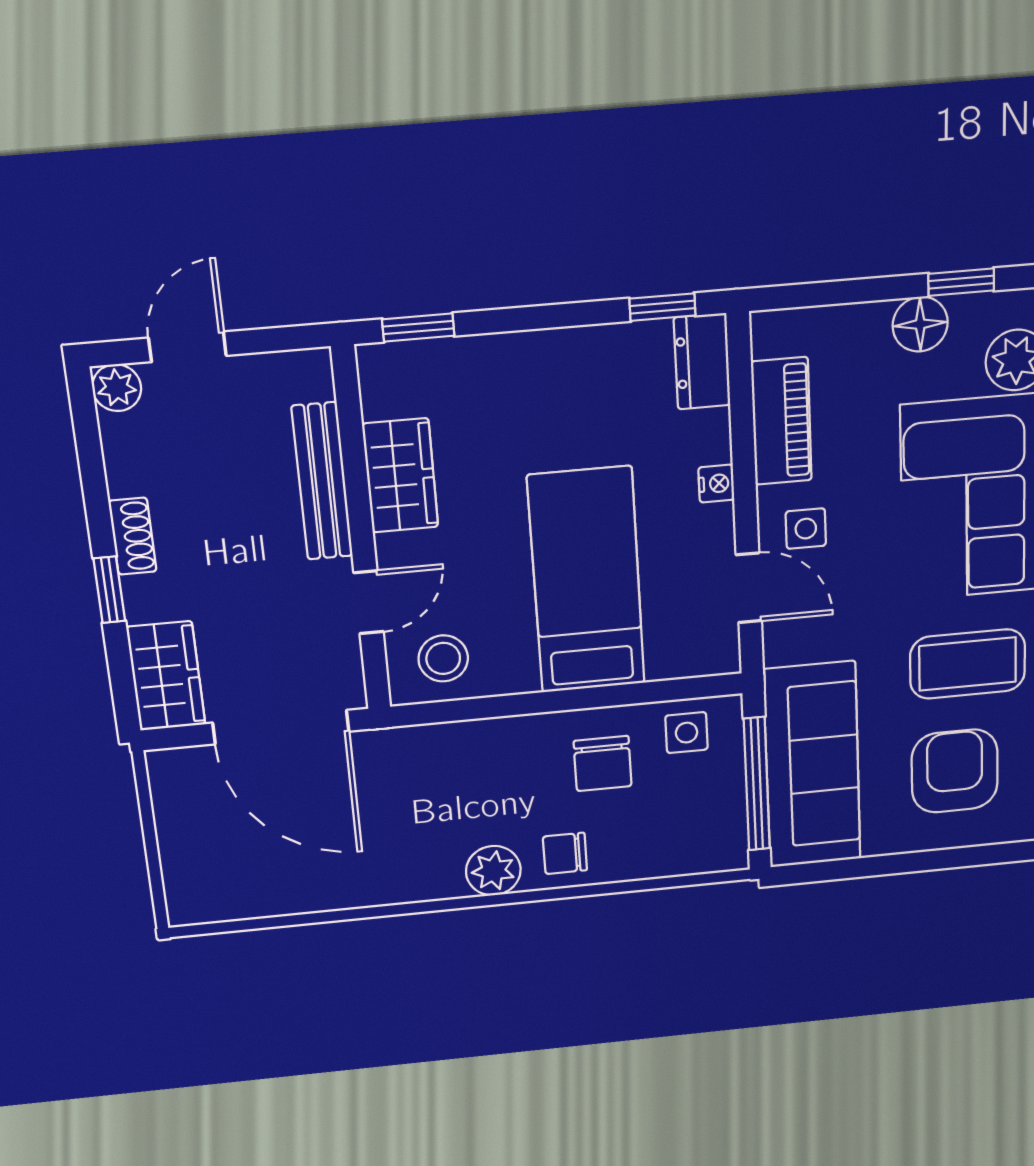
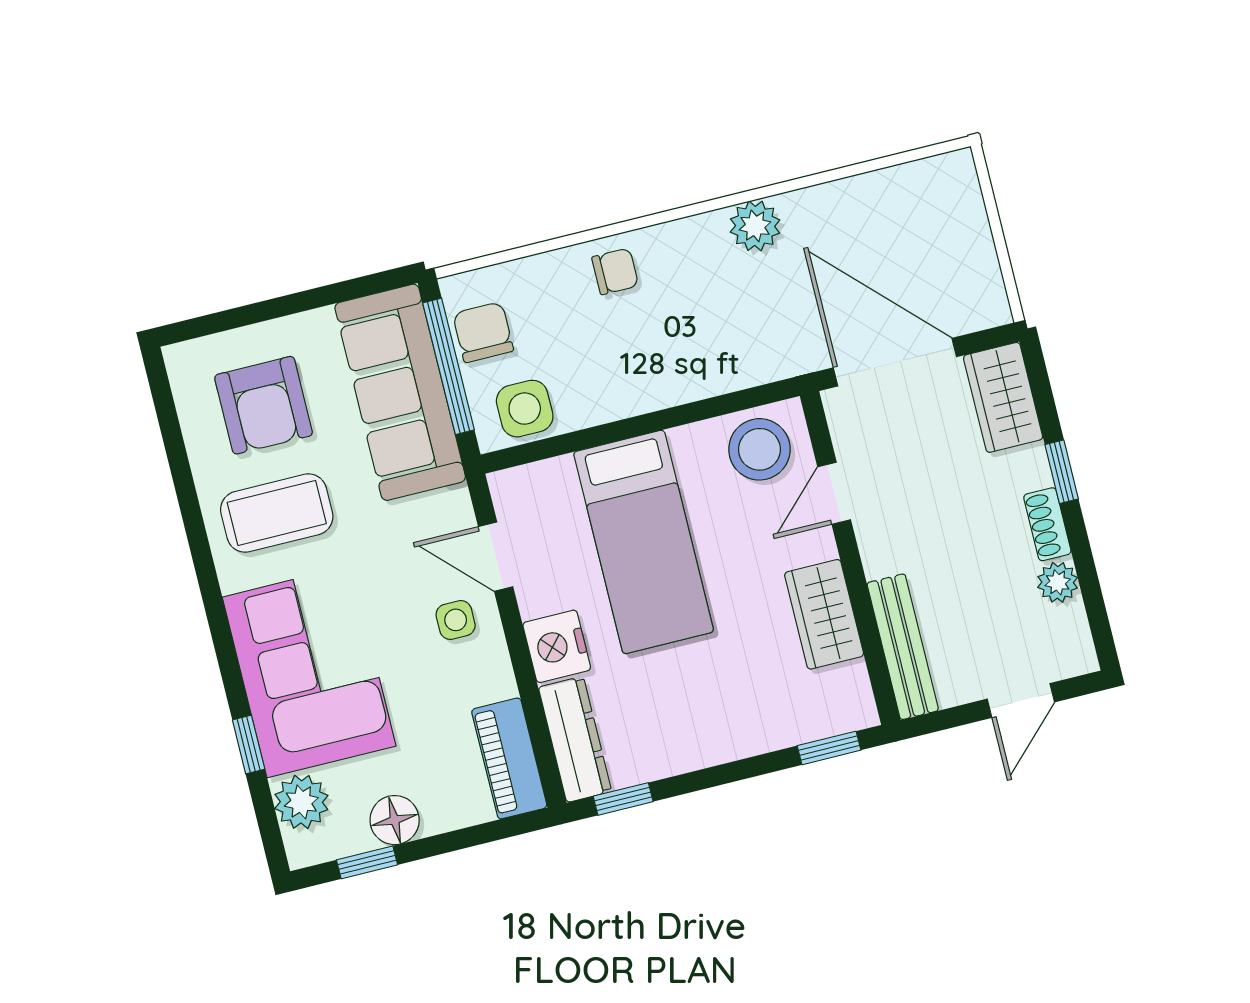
dresser: (702, 361) -> (575, 739), width x1.44
plant: (117, 388) -> (1058, 582), moved
piano: (781, 421) -> (509, 758), moved
bench: (322, 481) -> (903, 647), moved
nightstand: (716, 484) -> (557, 646), width x1.89, depth x1.79
stool: (443, 658) -> (759, 449), width x1.38, depth x1.38
side table: (686, 733) -> (525, 409), width x1.37, depth x1.37
chair: (603, 764) -> (483, 332), moved
plant: (493, 871) -> (755, 226), moved

